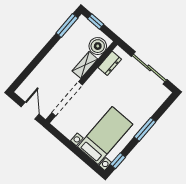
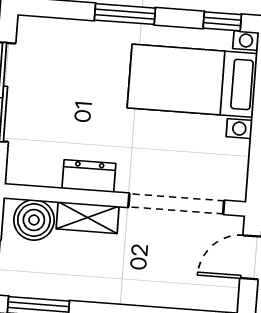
dresser: (110, 63) -> (89, 176), moved

